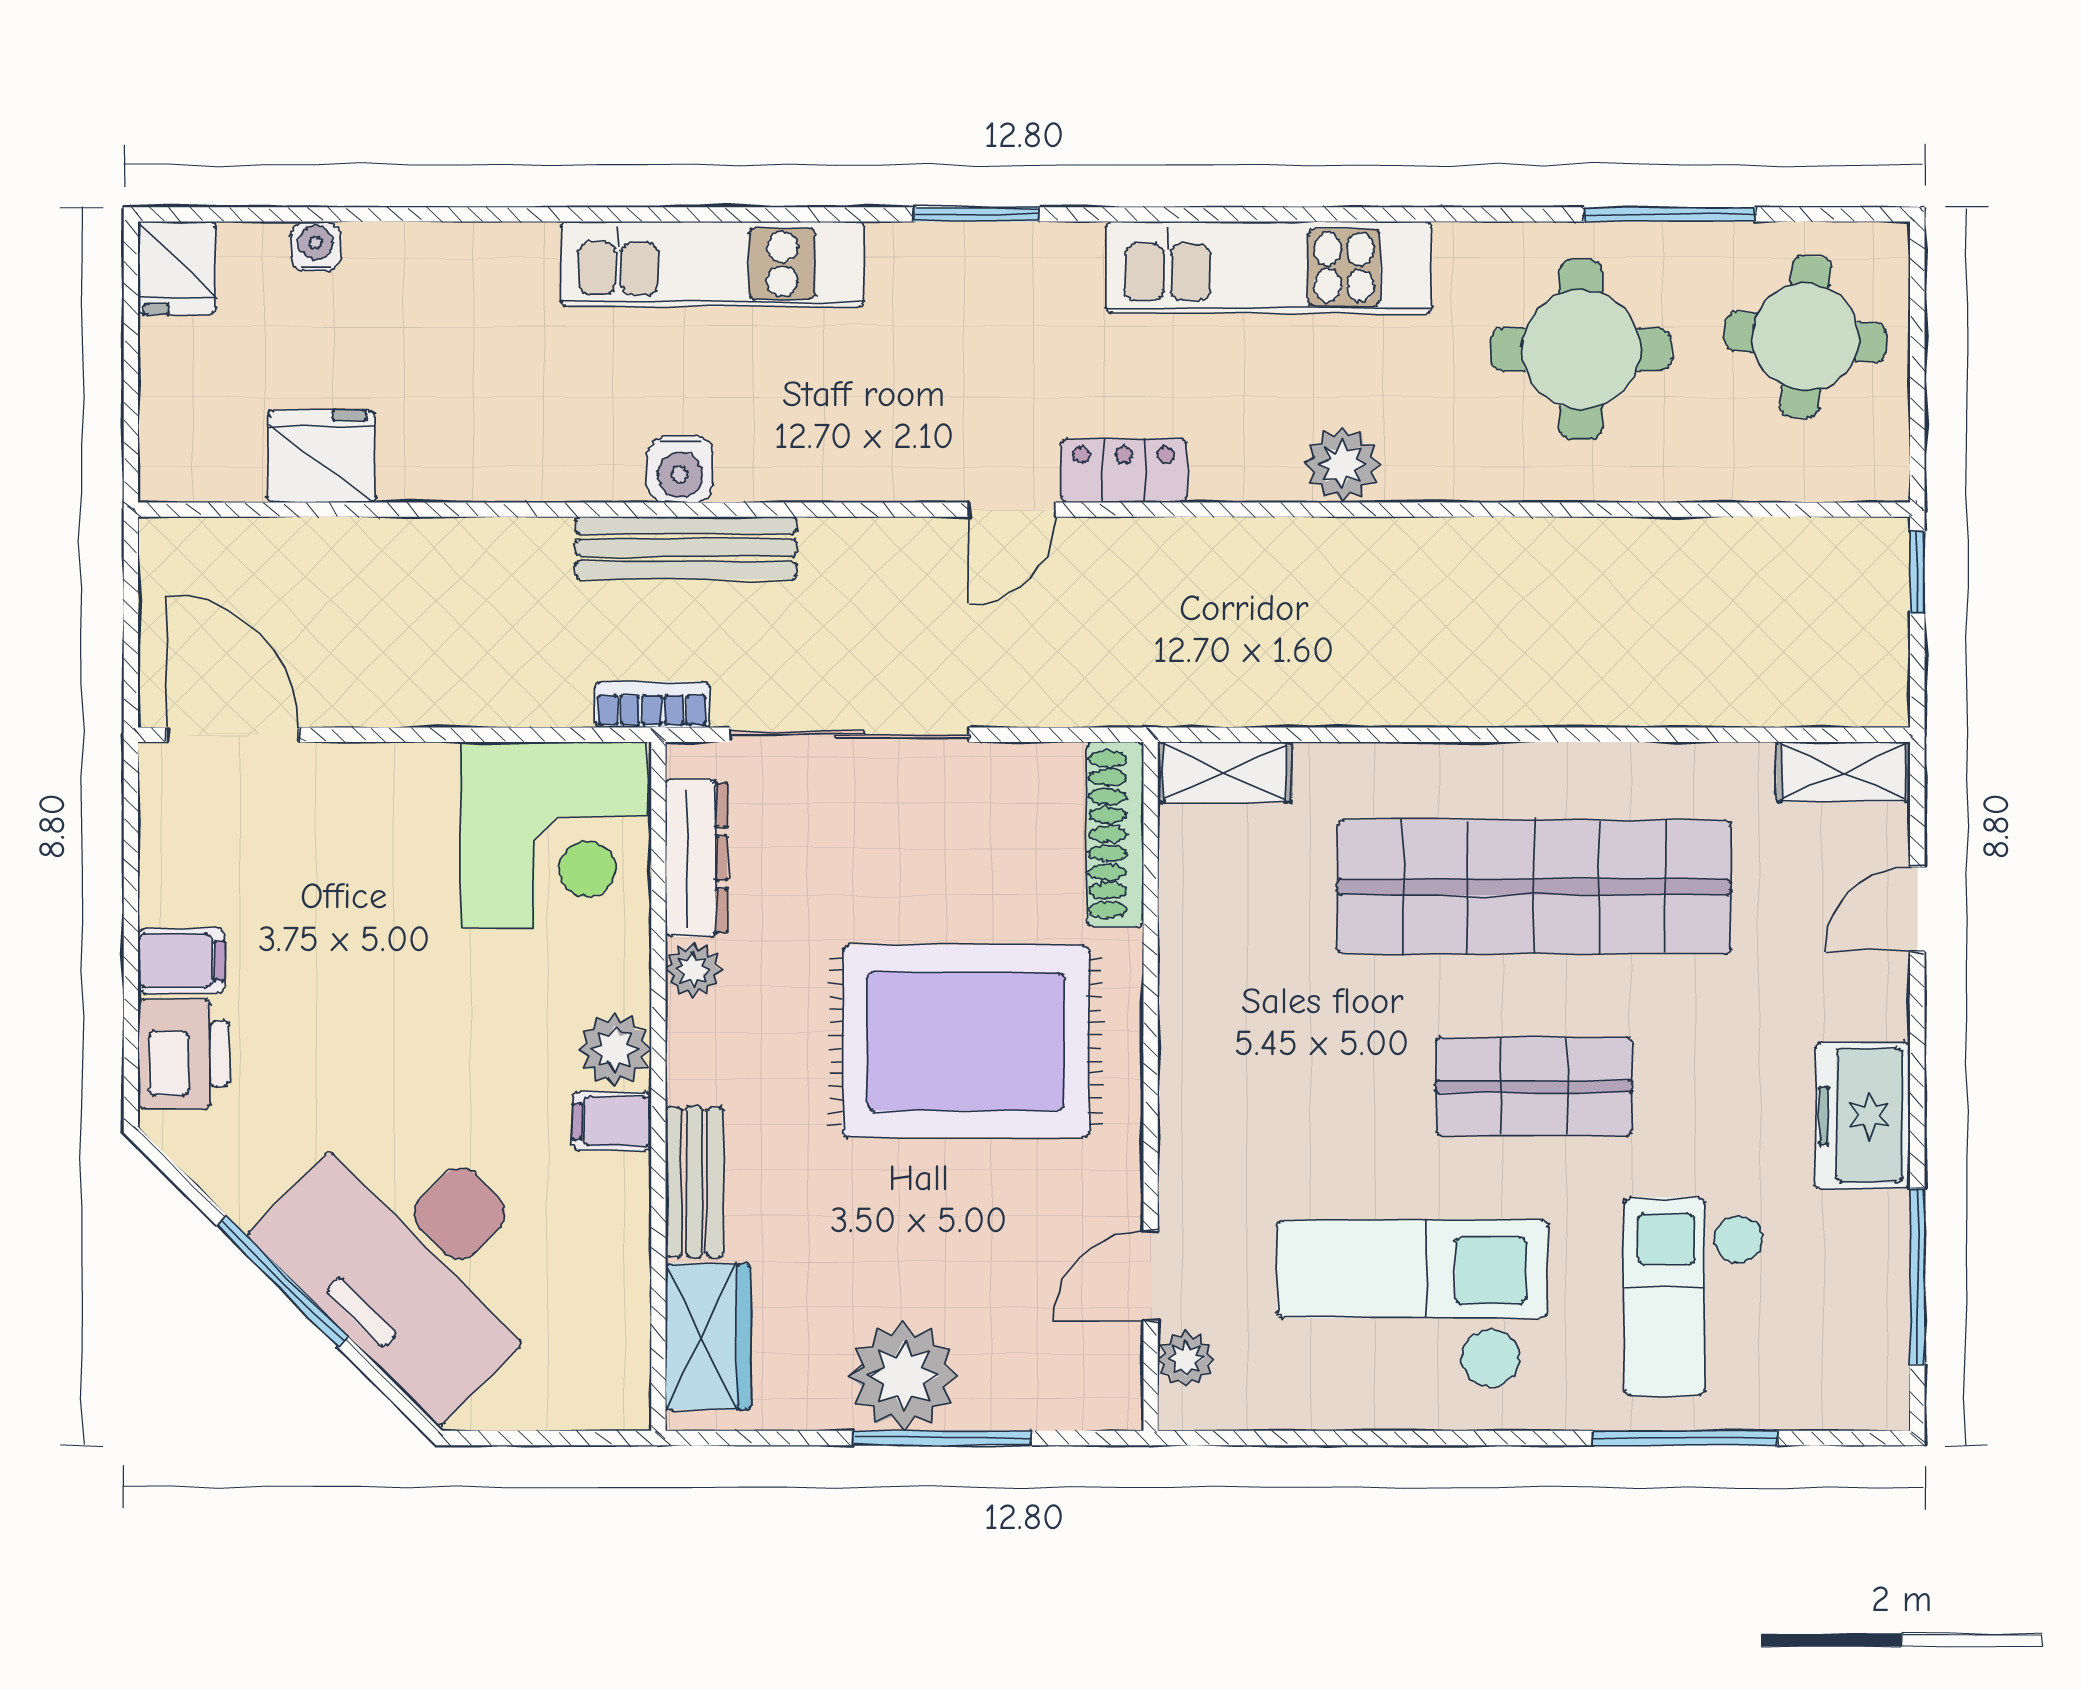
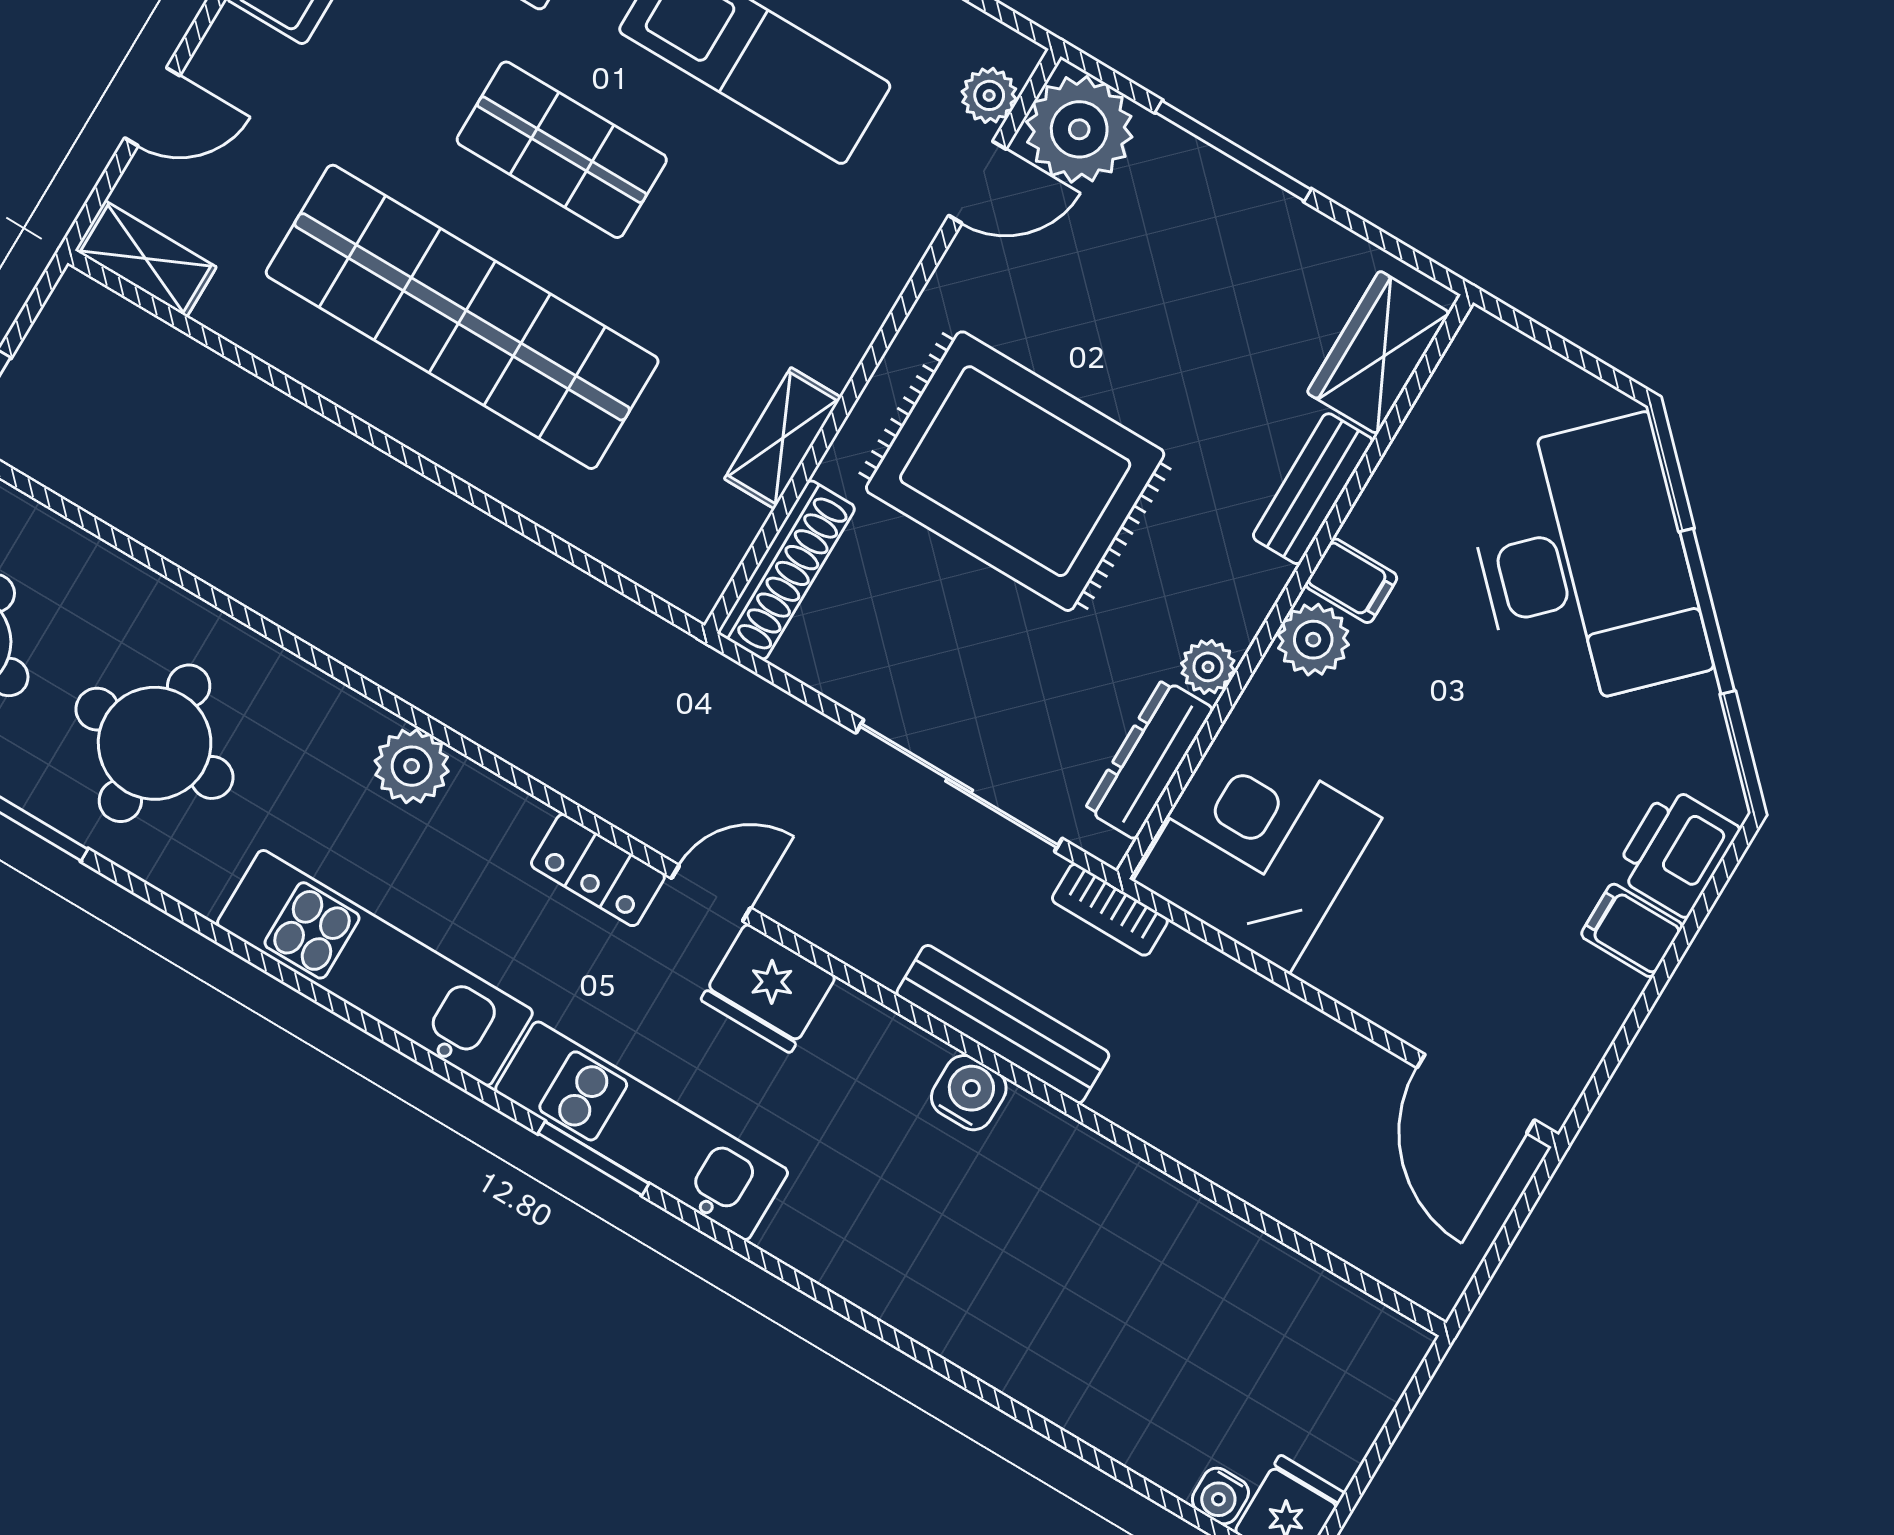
water cooler: (316, 246) -> (1220, 1496), moved
kitchen unit: (712, 264) -> (642, 1131), moved
fridge: (321, 456) -> (768, 988), moved
shelving: (1225, 772) -> (783, 438), moved, turned 90
plant: (903, 1376) -> (1079, 129), moved

